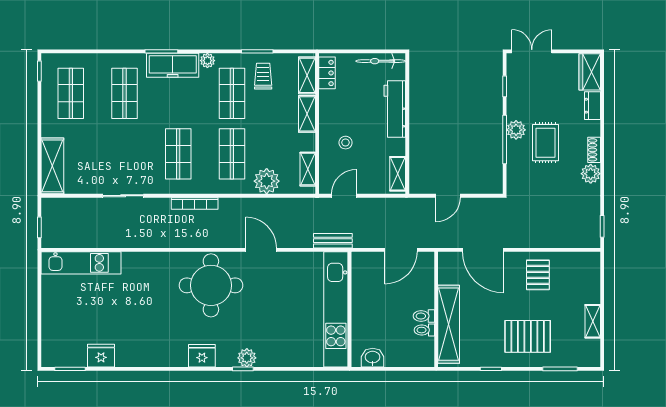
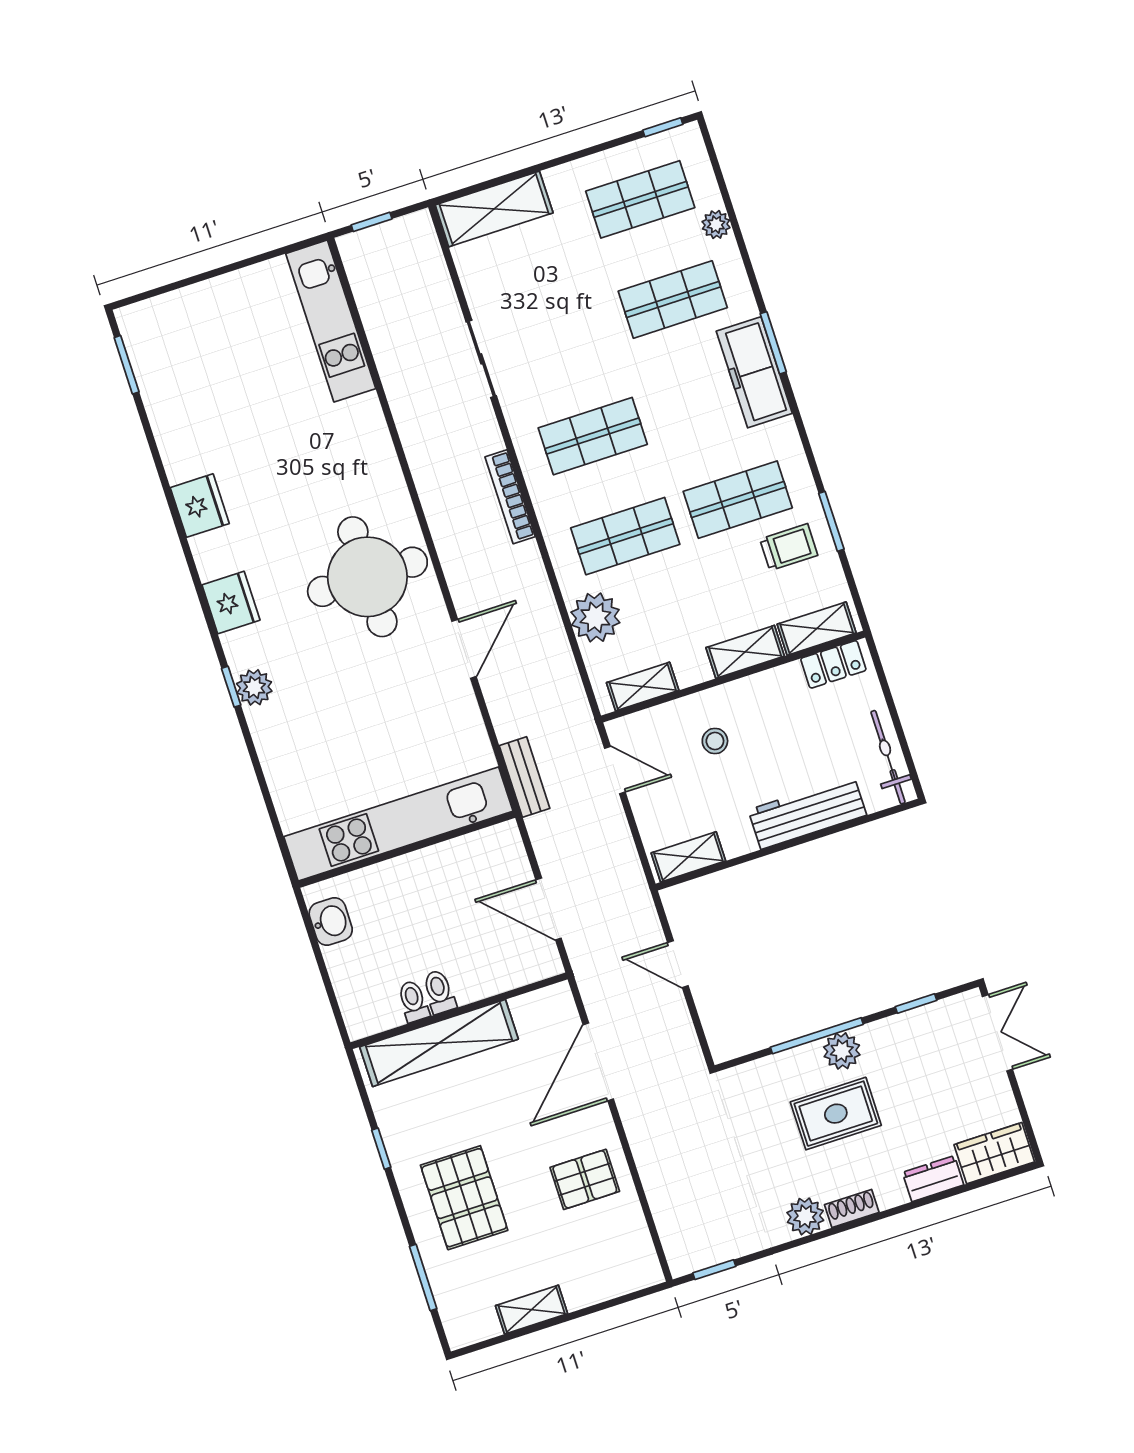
plant: (207, 61) -> (716, 225), moved
fridge: (101, 356) -> (200, 506), moved

